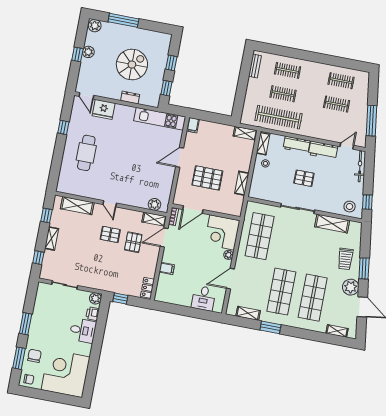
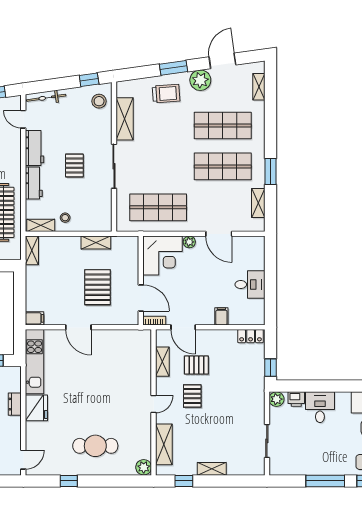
fridge: (104, 109) -> (36, 408), moved
plant: (154, 204) -> (144, 467), moved
shelving: (154, 219) -> (162, 362), moved
window: (38, 258) -> (239, 481), removed
desk: (204, 298) -> (250, 284), moved
window: (26, 324) -> (325, 481), width x1.44

